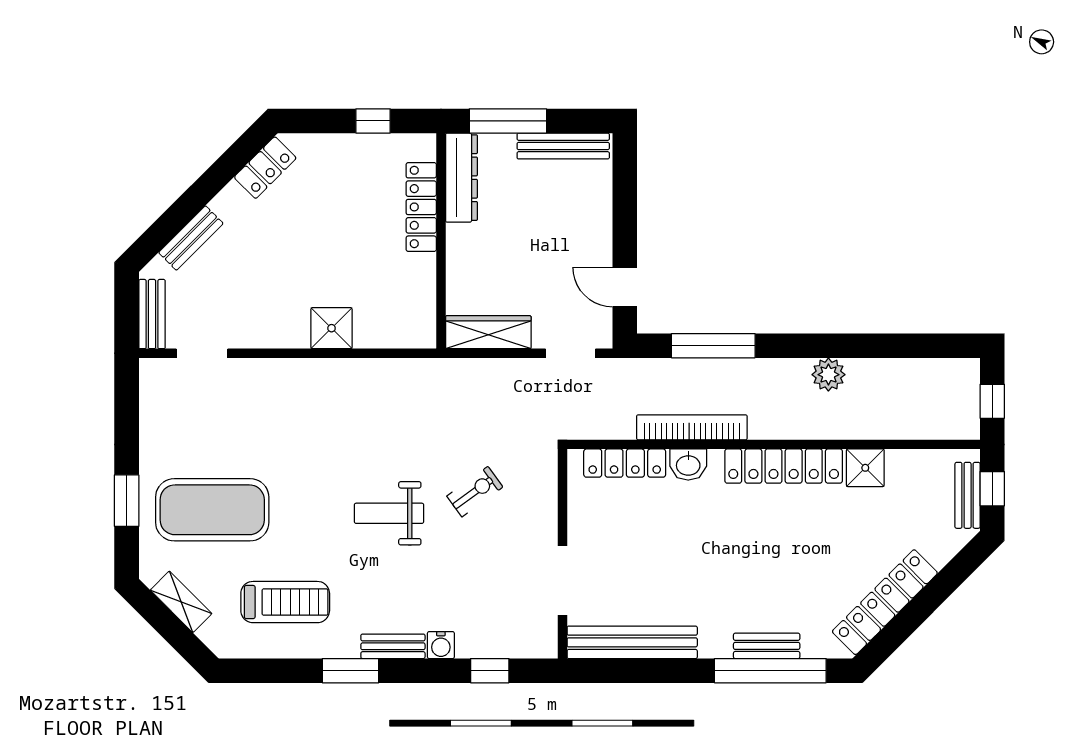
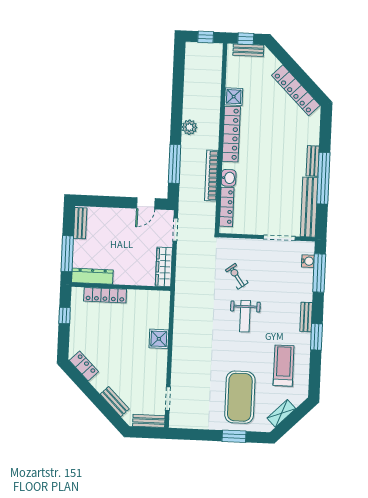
bench: (563, 146) -> (80, 223), width x0.73
plant: (828, 375) -> (189, 127), moved
water cooler: (441, 645) -> (308, 261), moved
bench: (767, 646) -> (313, 161), moved
window: (490, 671) -> (319, 273), width x2.17
window: (770, 671) -> (323, 178), moved

